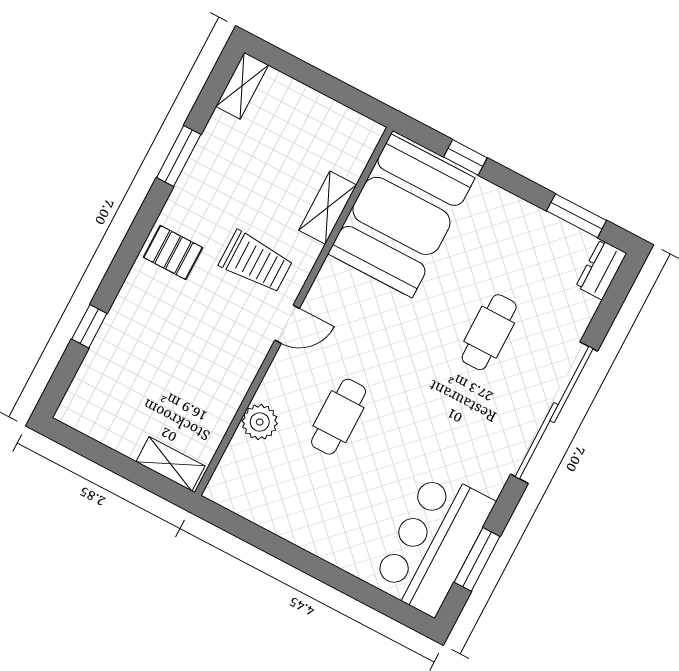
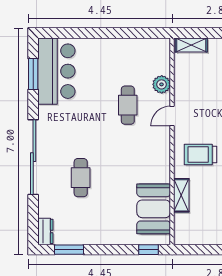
window: (465, 157) -> (148, 250), moved
booth: (401, 216) -> (154, 209), width x0.73, depth x0.70
door: (287, 324) -> (172, 116), moved

